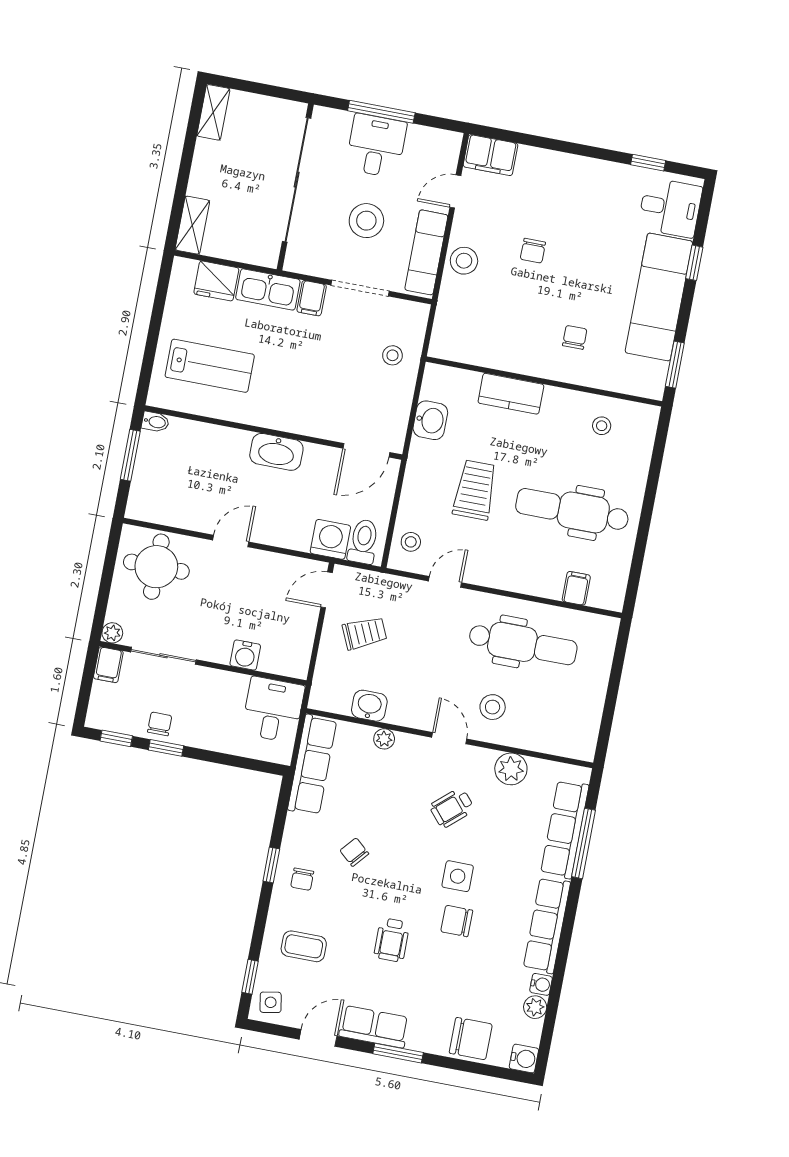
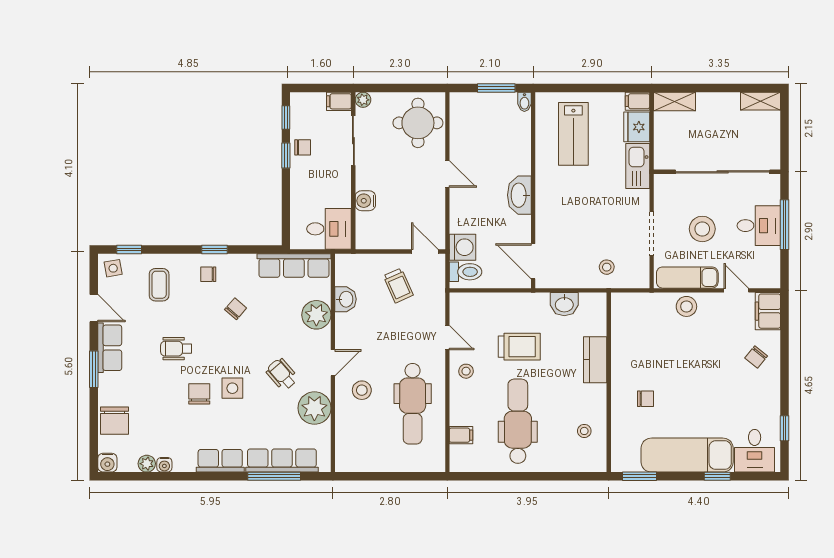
chair: (533, 251) -> (756, 357), moved, turned -51
filing cabinet: (312, 298) -> (637, 101), moved
stool: (411, 542) -> (466, 371), moved
plant: (384, 739) -> (316, 315), width x1.88, depth x1.88
plant: (511, 769) -> (314, 408), width x1.36, depth x1.36
row of seats: (547, 925) -> (220, 461), width x0.68

